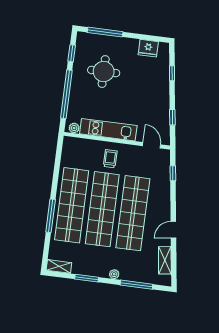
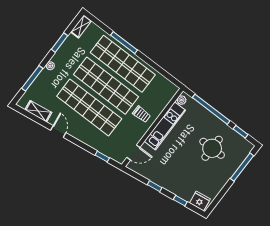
fridge: (148, 48) -> (200, 201), moved, turned 82
window: (172, 117) -> (155, 186), moved

